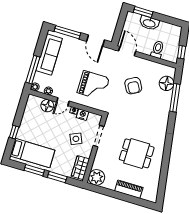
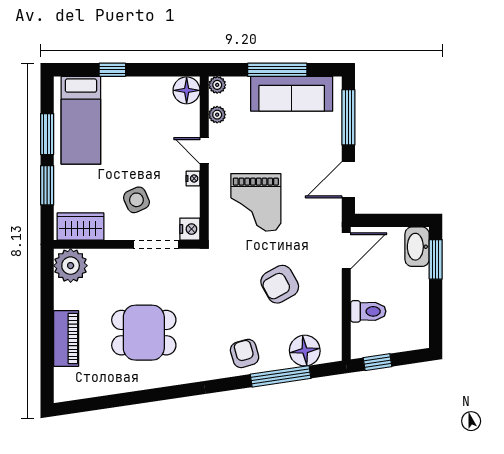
washbasin: (149, 23) -> (417, 247), moved
window: (33, 70) -> (277, 70), moved
floor lamp: (47, 106) -> (187, 90), moved
armchair: (160, 111) -> (245, 353), added
nightstand: (83, 115) -> (190, 229), moved
dining table: (137, 153) -> (144, 333), turned 90

